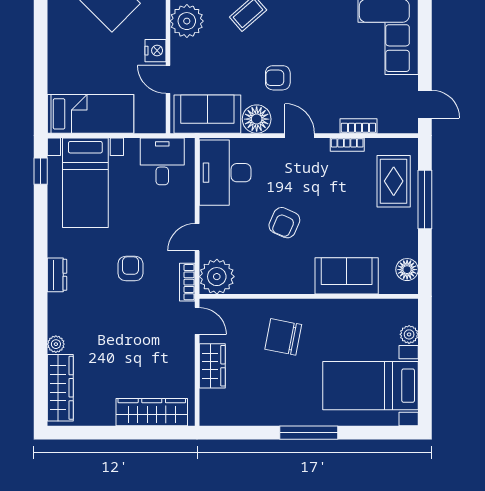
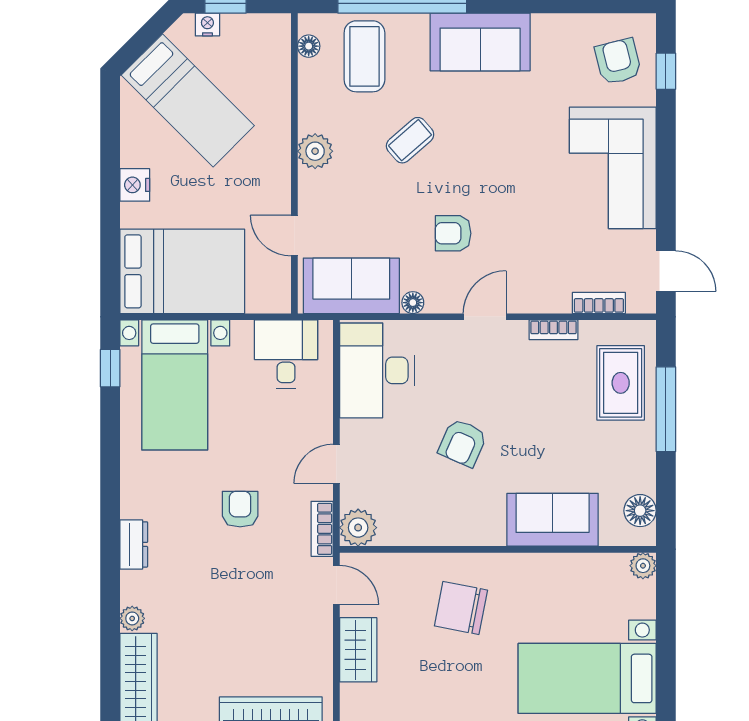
plant: (187, 21) -> (315, 151), width x0.73, depth x0.73
nightstand: (155, 51) -> (135, 185), moved, turned 180
bed: (91, 114) -> (182, 271), width x1.50
floor lamp: (257, 119) -> (413, 303), width x0.53, depth x0.53
bookcase: (358, 126) -> (599, 303), moved
door: (300, 136) -> (485, 317), hinge flipped
dresser: (57, 275) -> (134, 544), moved
plant: (217, 277) -> (358, 528), width x0.73, depth x0.73
plant: (409, 334) -> (643, 566), moved

